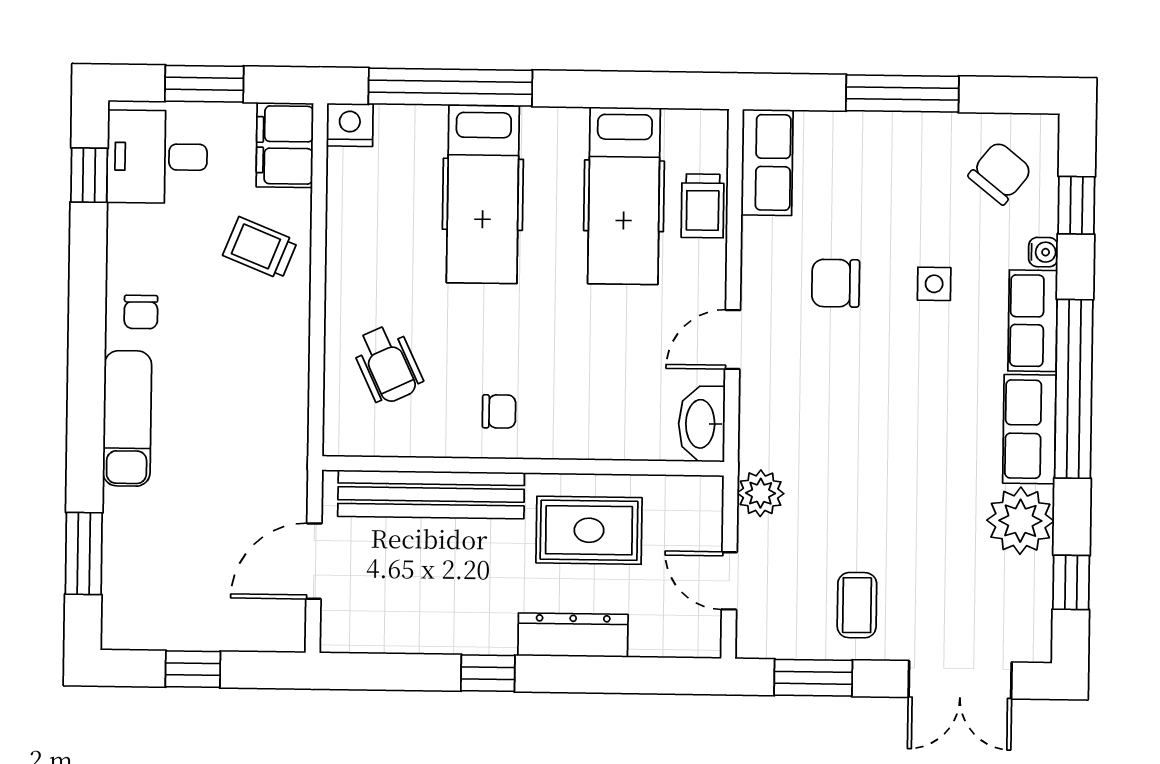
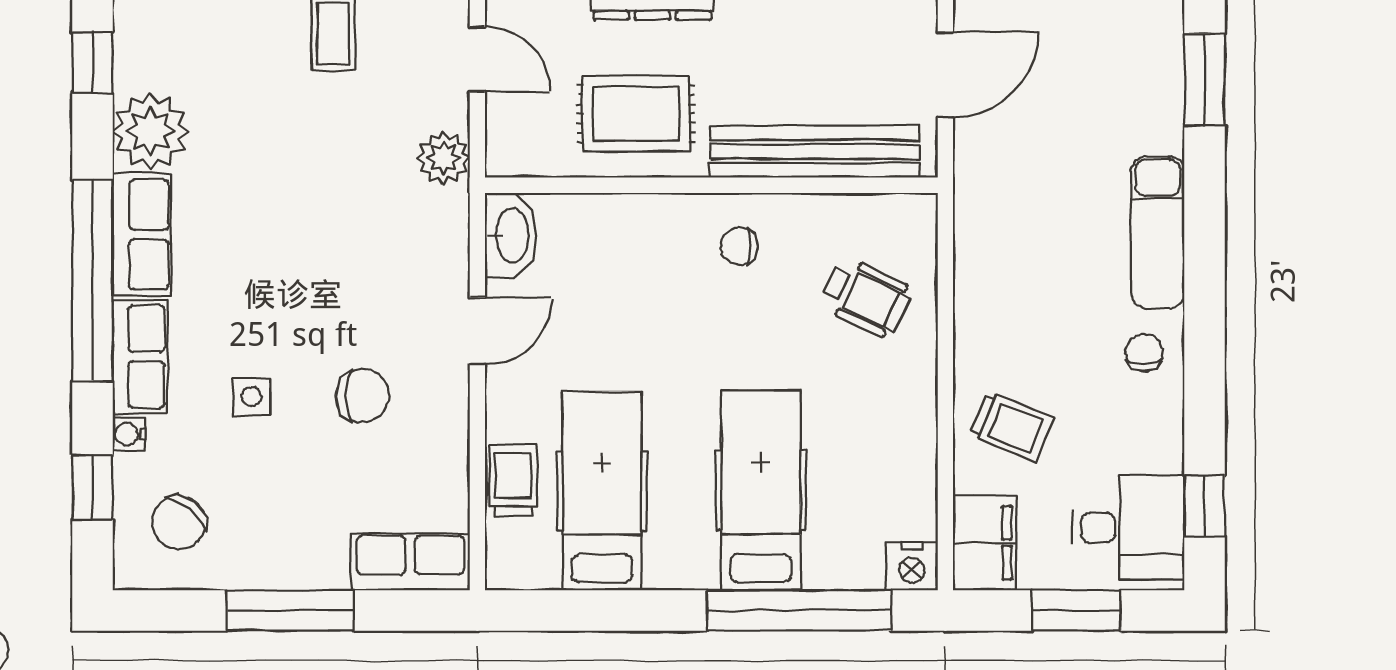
row of seats: (767, 162) -> (410, 562), moved, turned 90
wheelchair: (387, 364) -> (866, 298), turned 141

